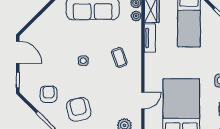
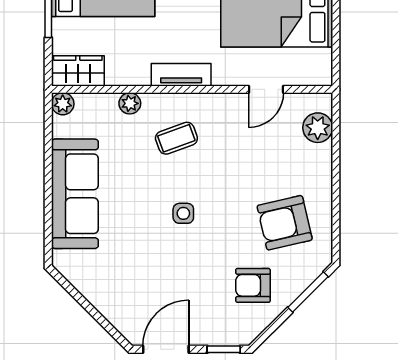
plant: (136, 16) -> (130, 103), moved
tv unit: (150, 38) -> (181, 75), moved
door: (143, 100) -> (266, 89), swing flipped

